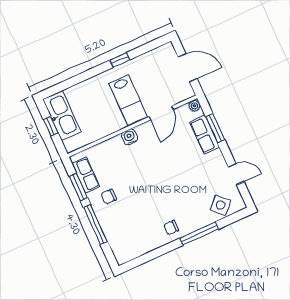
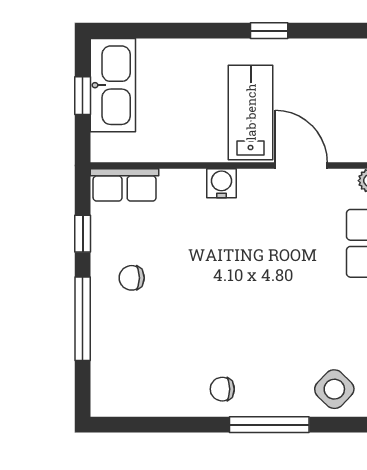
lab bench: (128, 100) -> (251, 112), turned 180
door: (161, 113) -> (301, 166), swing flipped
row of seats: (86, 175) -> (125, 185), moved, turned 90
window: (78, 187) -> (83, 234), width x0.67

